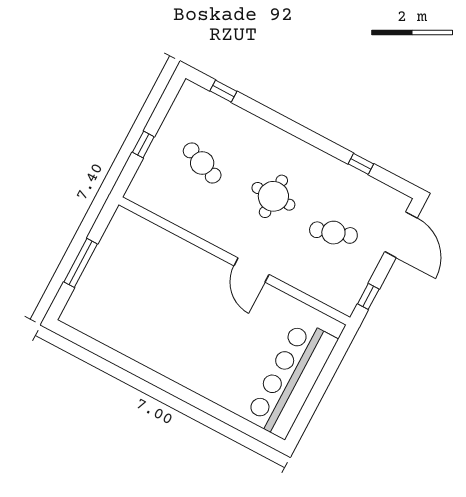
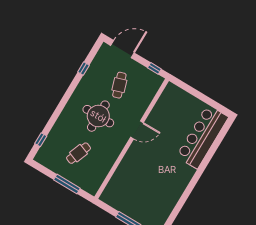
window: (143, 145) -> (67, 184), width x2.17
round table: (273, 196) -> (98, 116), width x1.36, depth x1.36
bar counter: (291, 379) -> (202, 137), moved, turned 90

